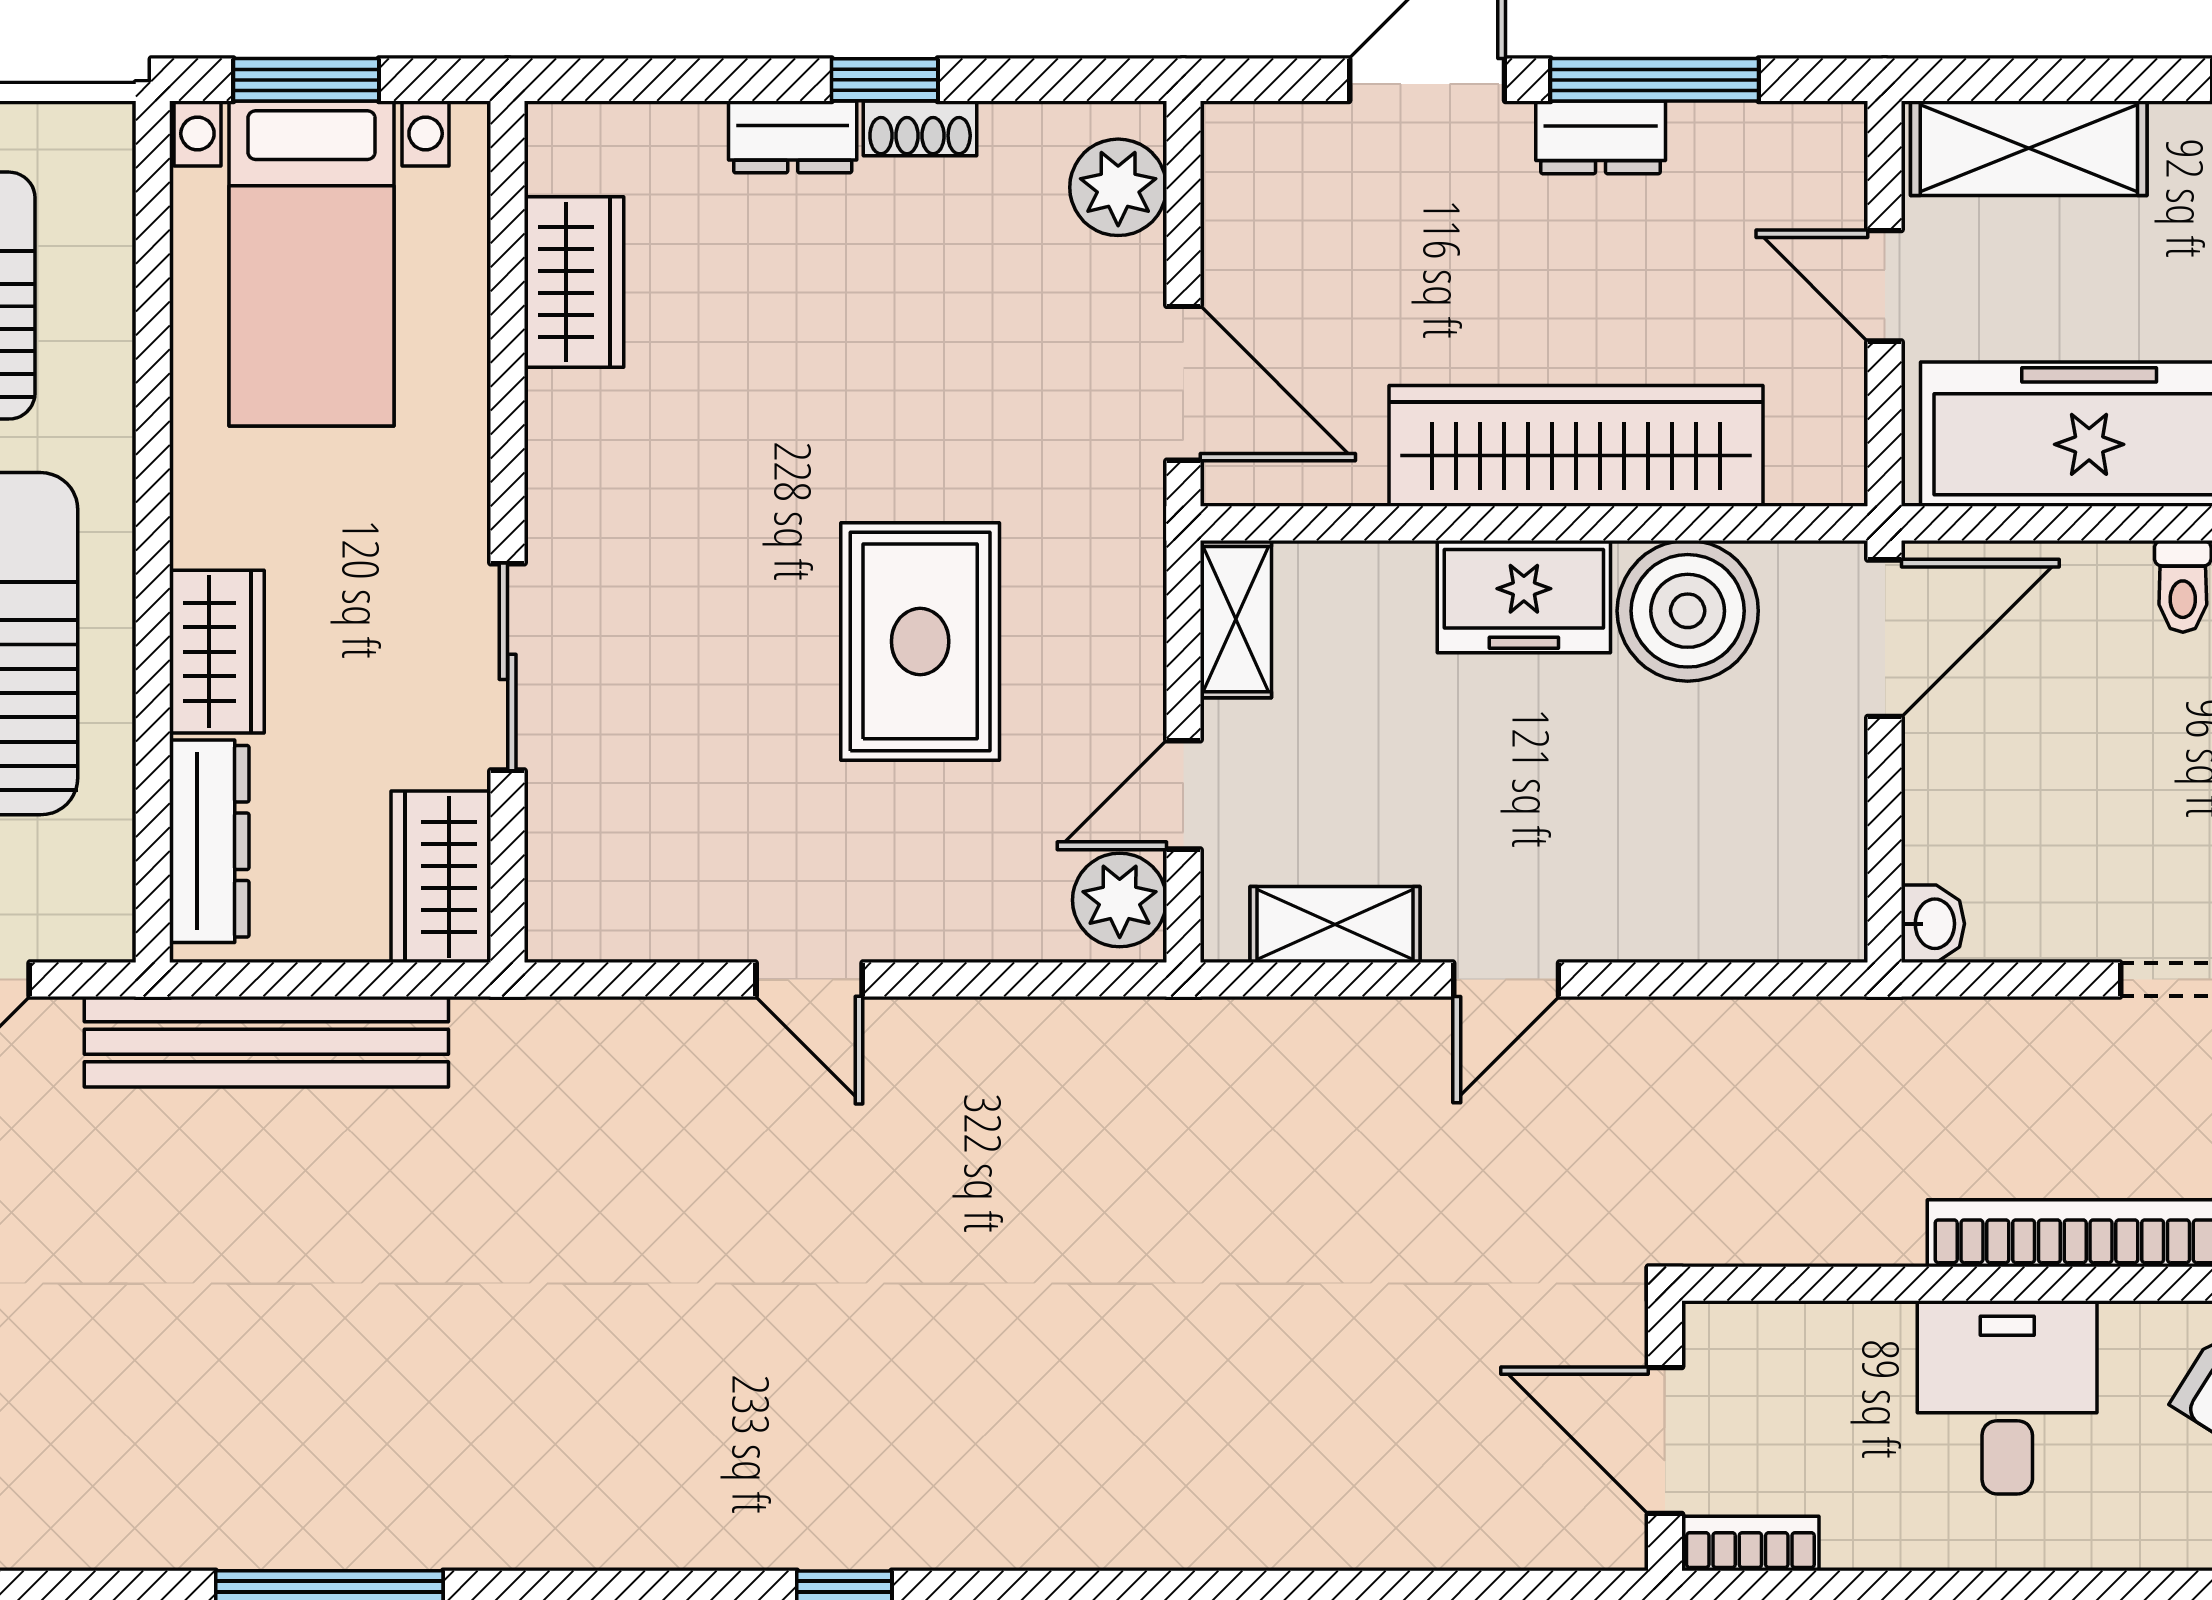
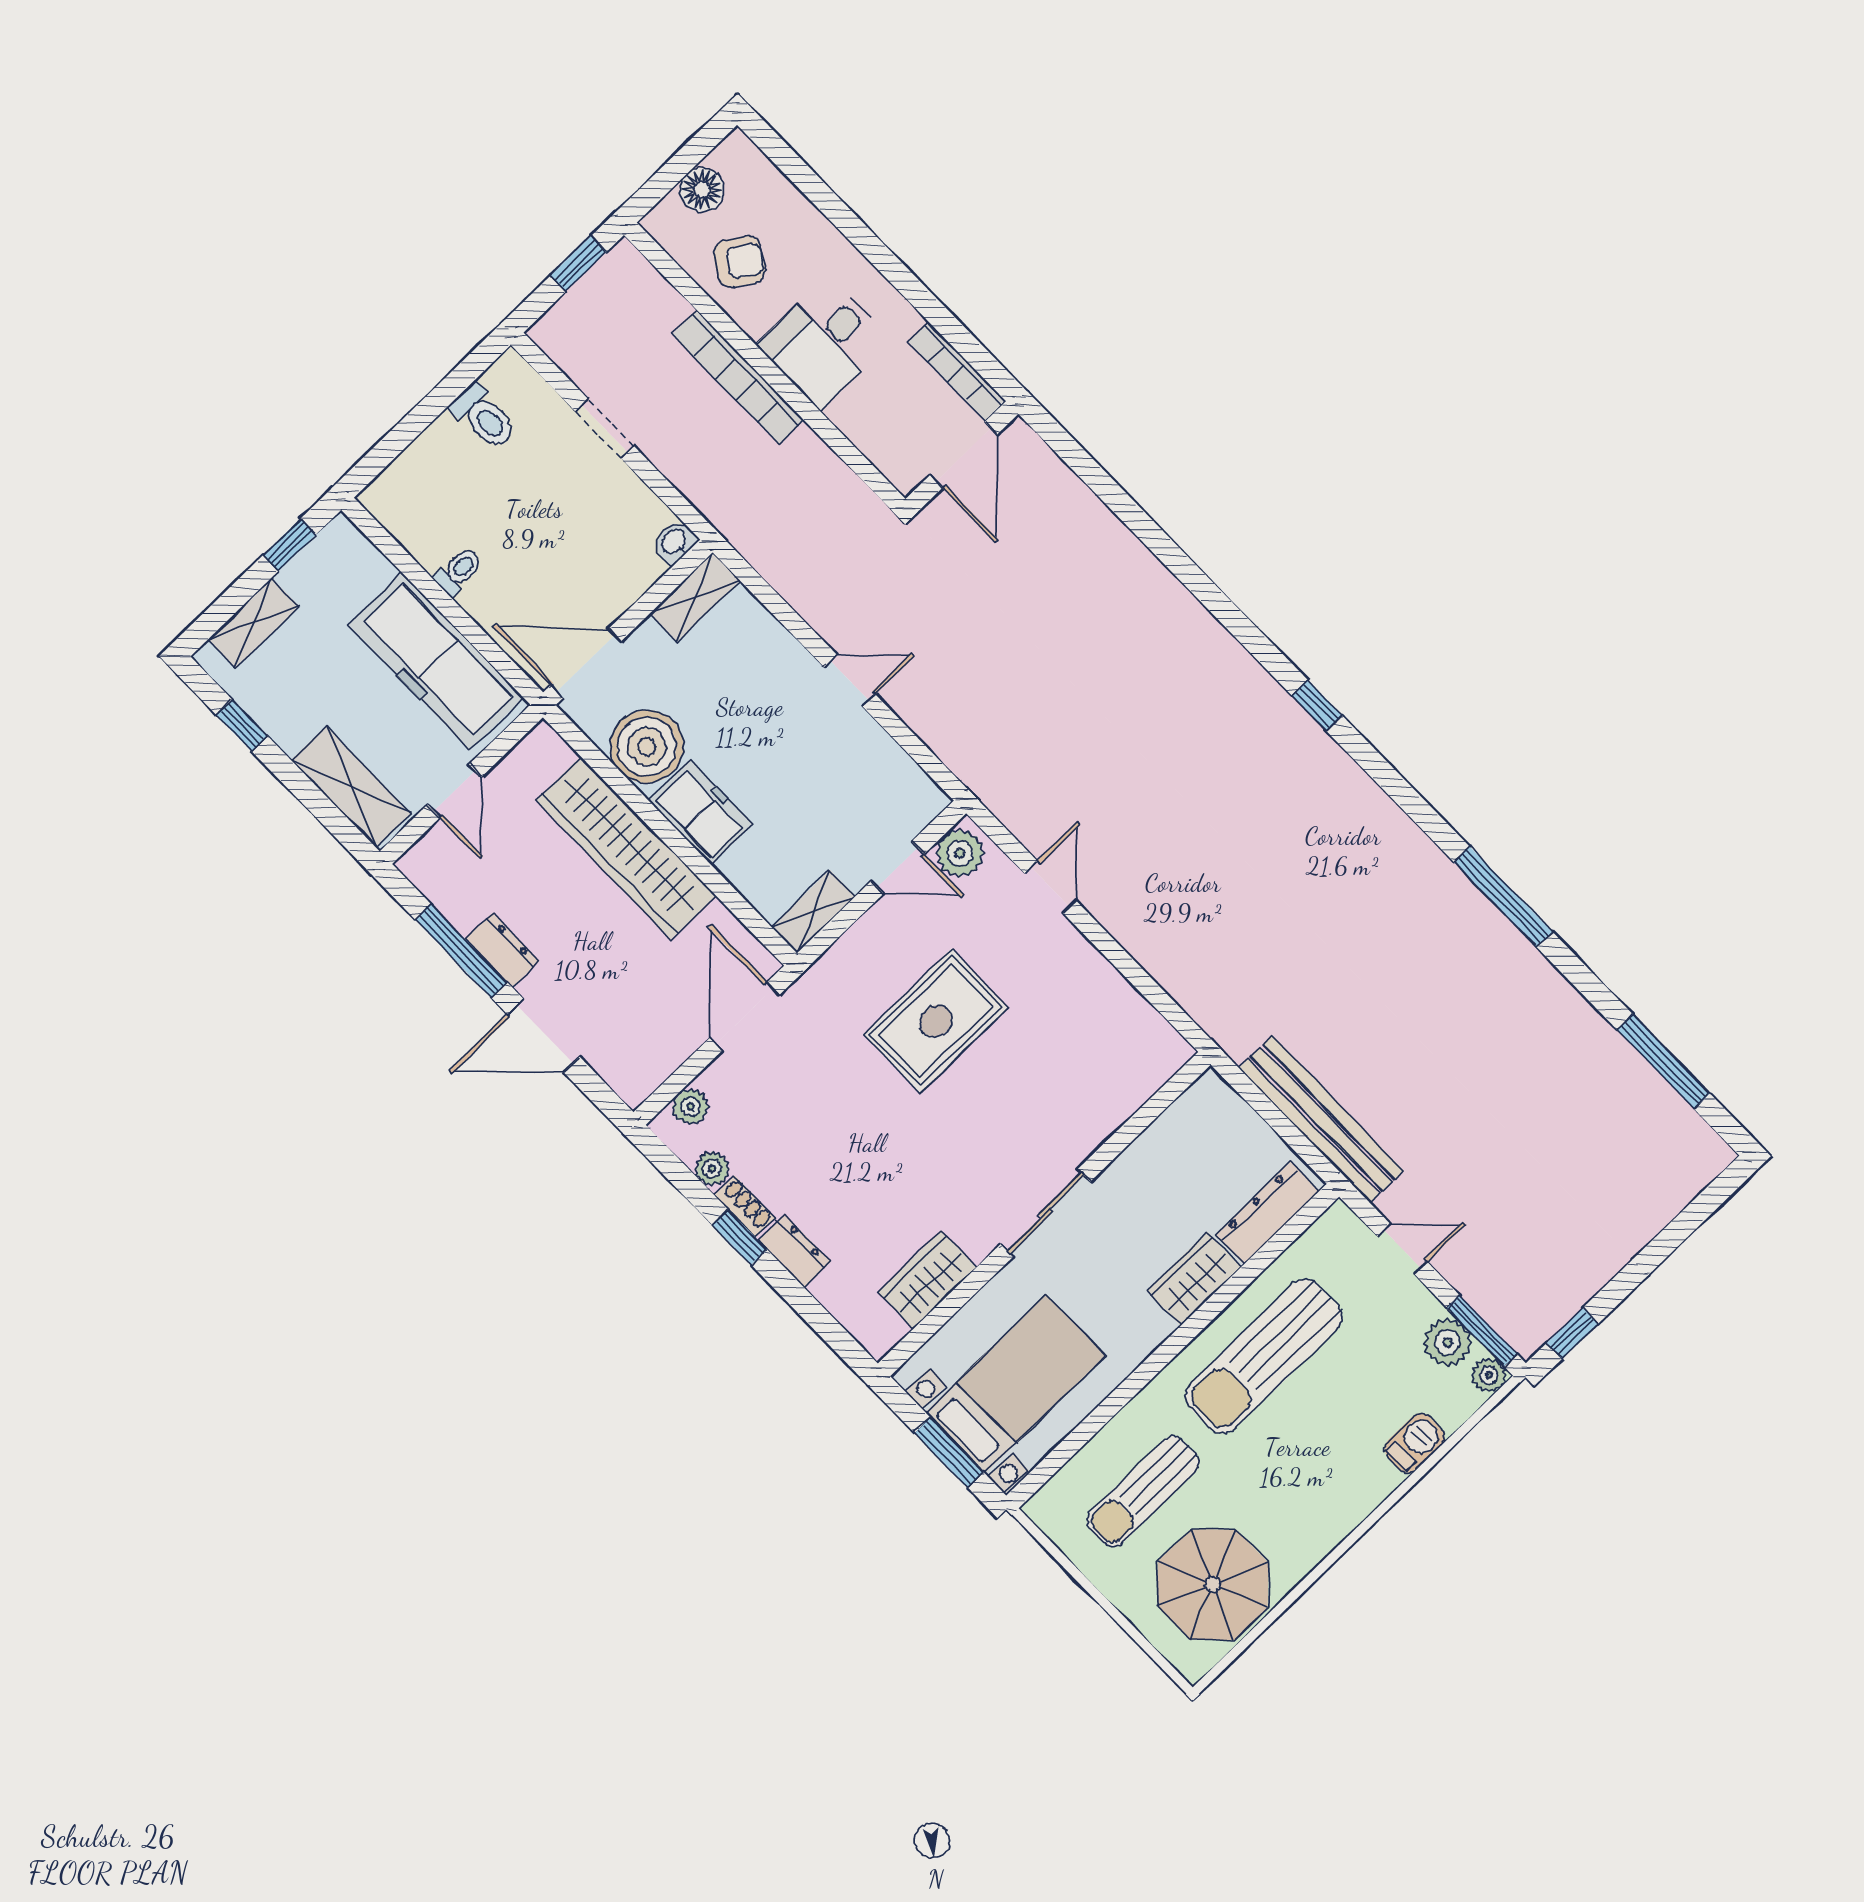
plant: (1017, 134) -> (712, 1168), added
plant: (1118, 187) -> (690, 1107), width x0.73, depth x0.73
sliding door: (508, 667) -> (1046, 1213), moved
wardrobe: (441, 877) -> (1197, 1114), removed
shelving: (1335, 924) -> (695, 597), moved, turned 90
door: (809, 980) -> (1050, 887), moved
bookcase: (1750, 1543) -> (957, 371), width x1.56

